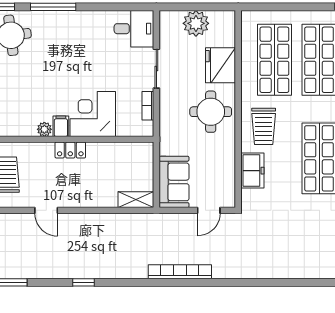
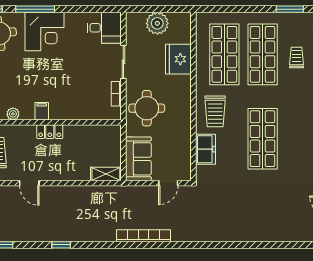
round table: (211, 112) -> (147, 108), moved
corner desk: (93, 114) -> (45, 31), moved, turned 180
plant: (44, 129) -> (13, 114), moved

